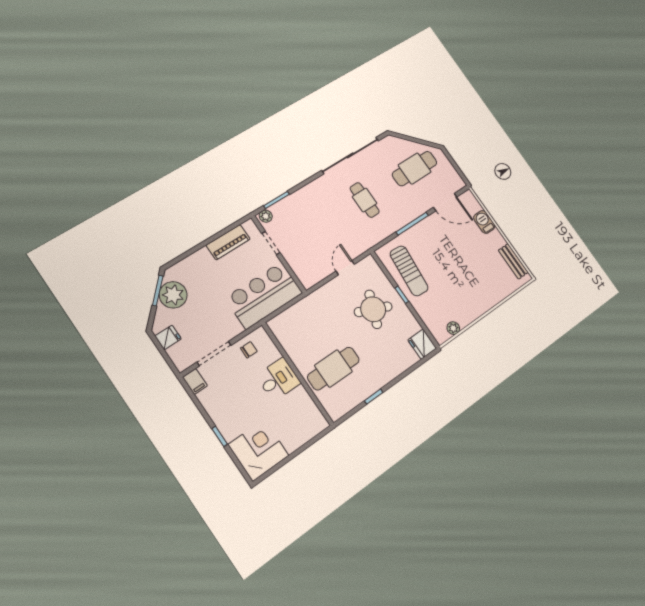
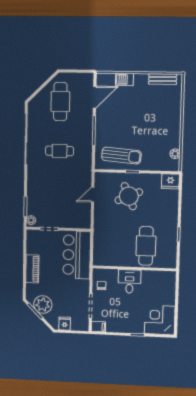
piano: (228, 242) -> (32, 269), moved
door: (345, 268) -> (93, 195), hinge flipped
round table: (373, 309) -> (129, 196), turned 45

